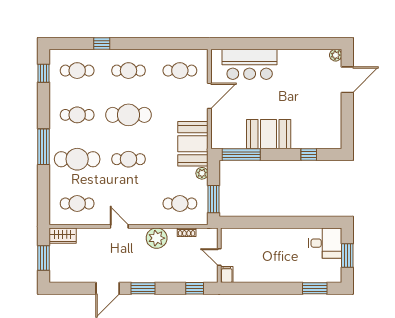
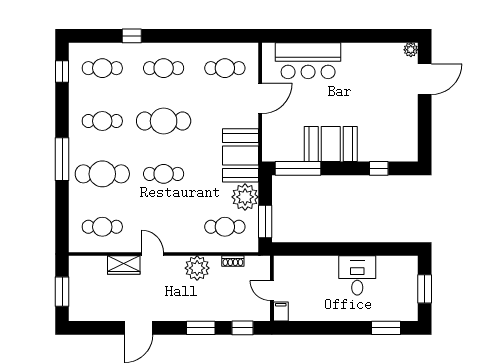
plant: (202, 173) -> (245, 197), width x1.87, depth x1.87
wardrobe: (63, 236) -> (124, 265), moved
desk: (325, 243) -> (357, 275), moved, turned -90
window: (143, 288) -> (201, 328), moved

